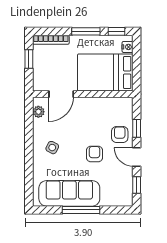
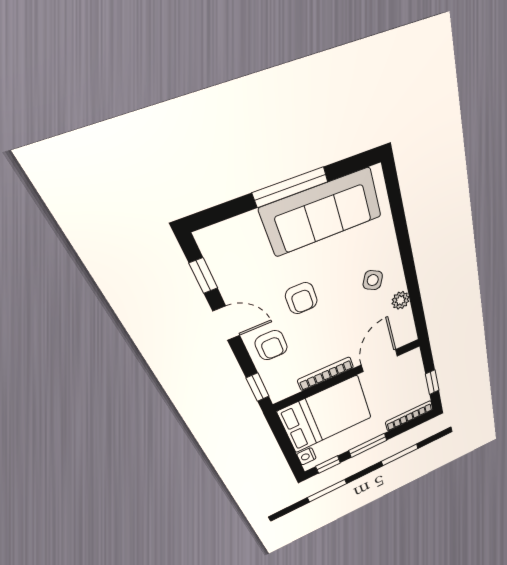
bookcase: (96, 102) -> (326, 374), added
plant: (38, 112) -> (400, 300), moved
window: (137, 128) -> (258, 387), moved

